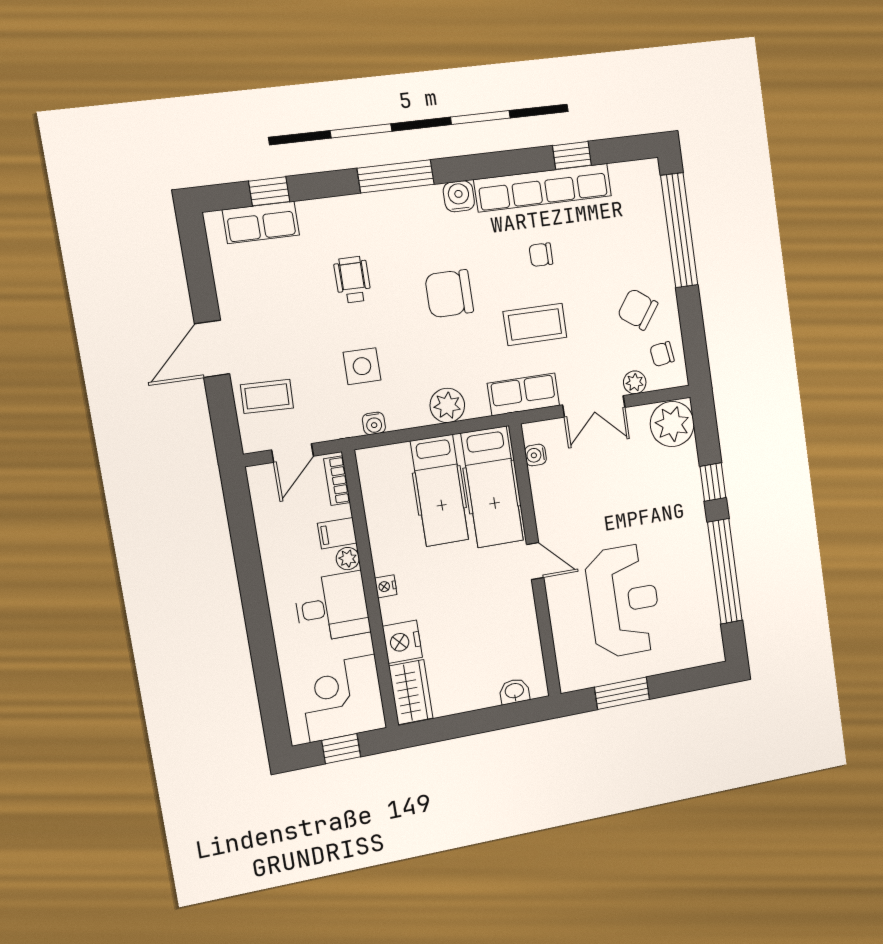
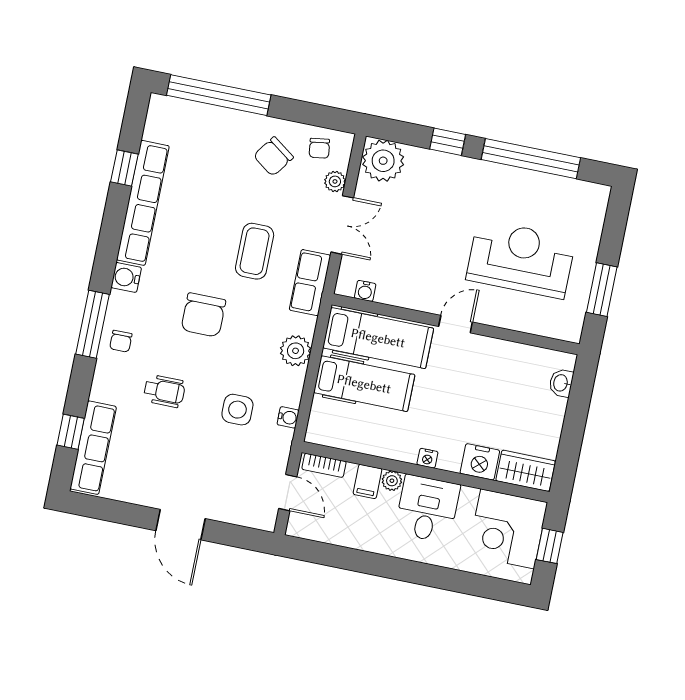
row of seats: (261, 222) -> (93, 448), width x1.48
chair: (541, 255) -> (121, 341), moved
wheelchair: (353, 280) -> (164, 391), turned 180
coffee table: (267, 396) -> (234, 496), removed

